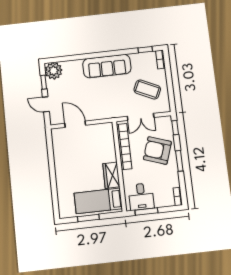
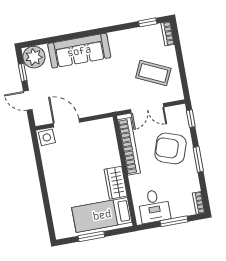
sofa: (107, 66) -> (79, 51), moved
side table: (59, 135) -> (47, 137), added
window: (146, 211) -> (174, 221), moved

